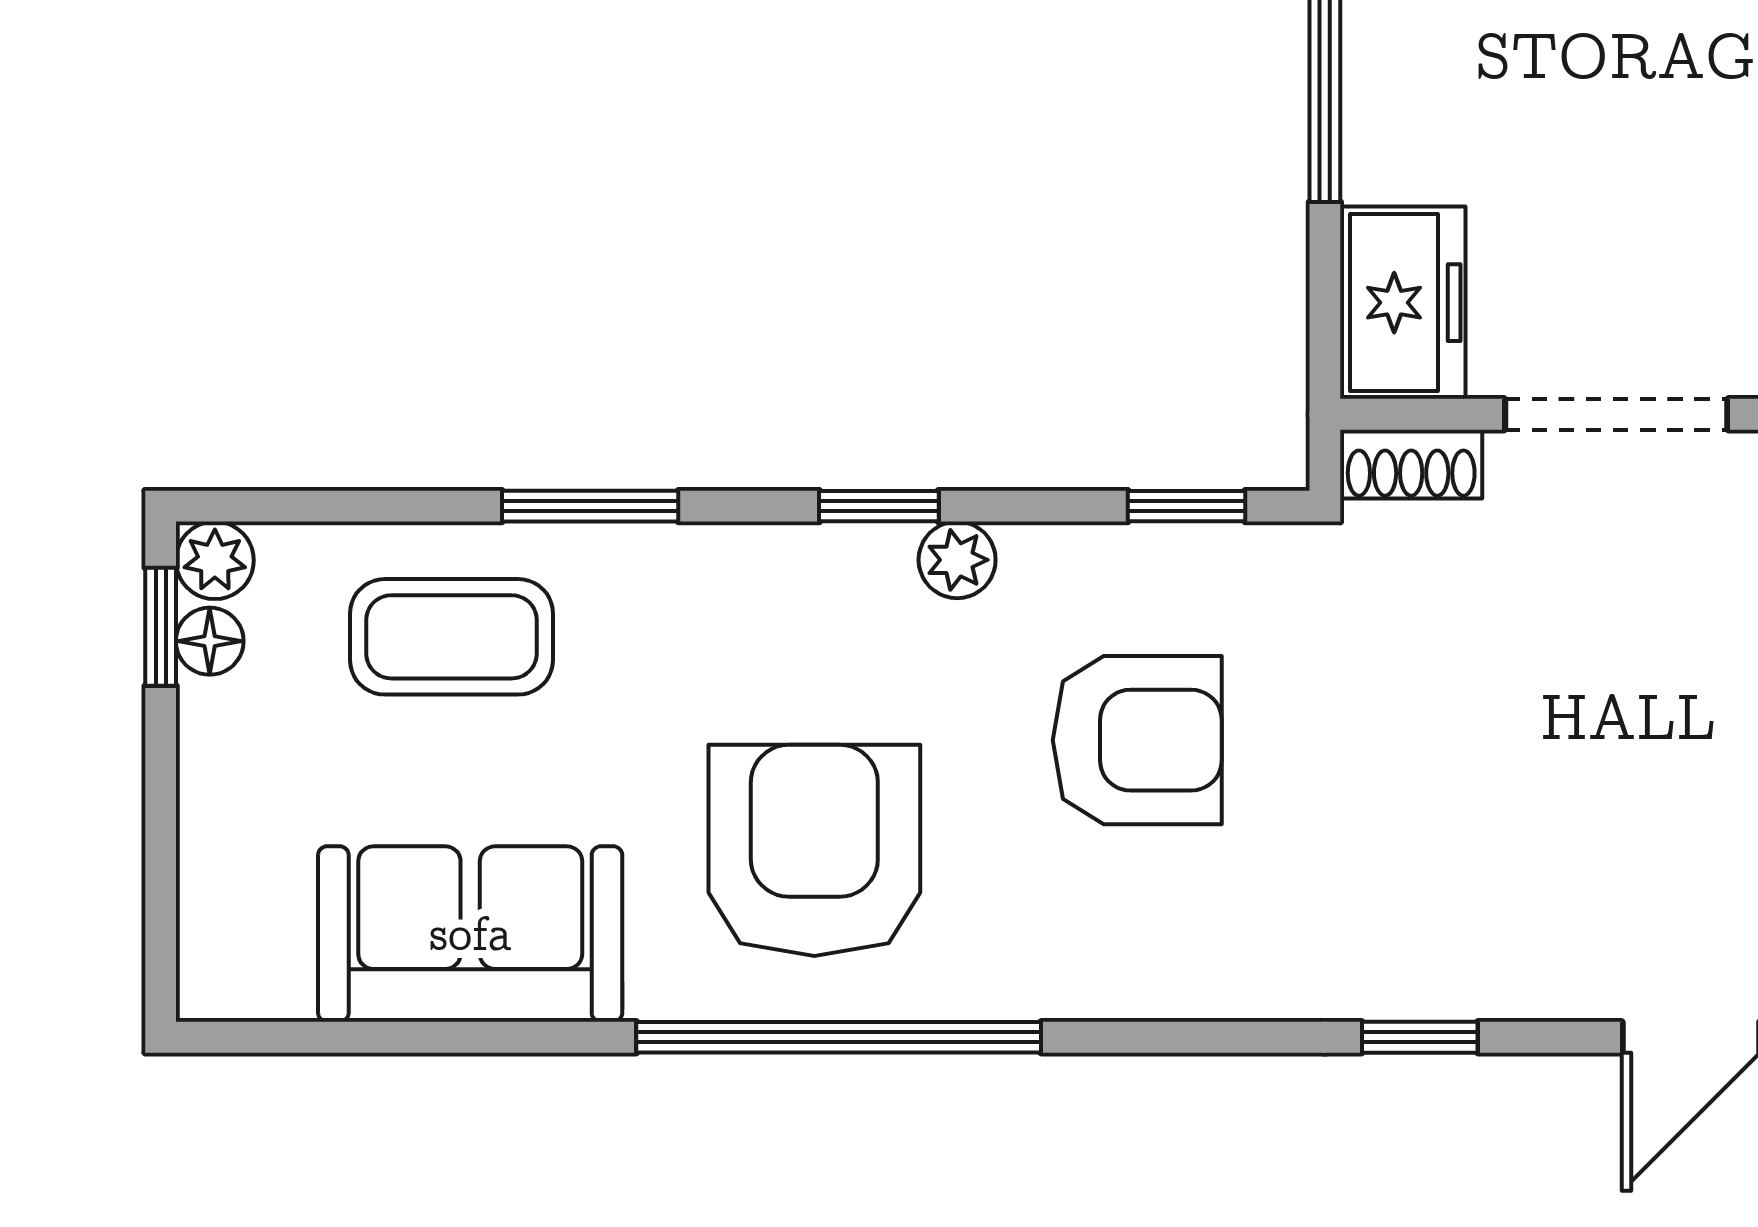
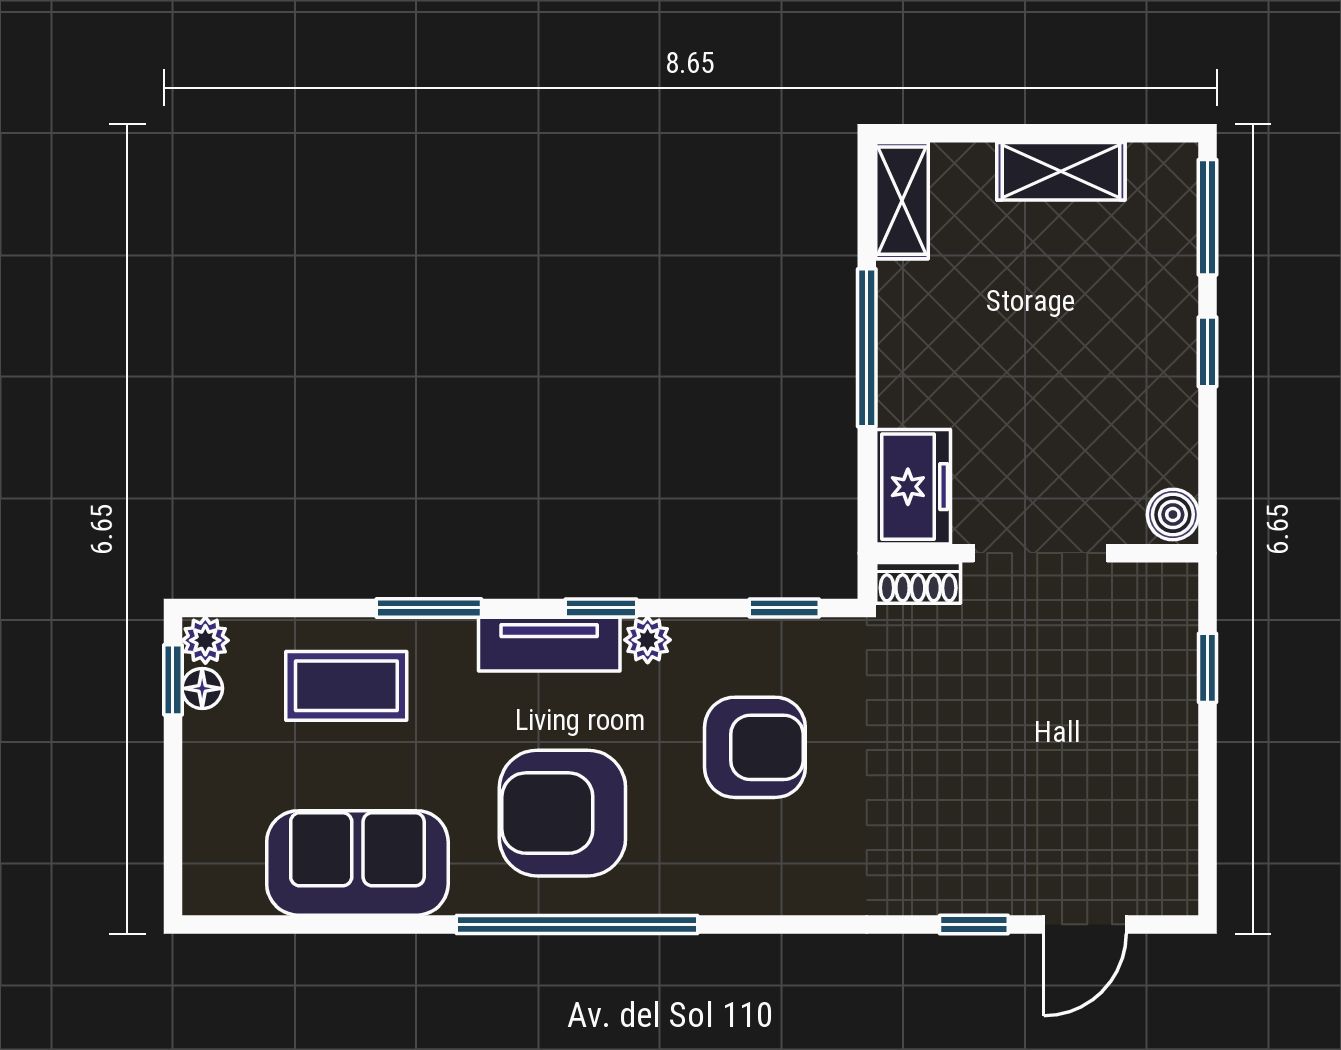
tv unit: (792, 567) -> (549, 644), added
armchair: (814, 850) -> (562, 813), turned -90
window: (1420, 1037) -> (974, 924), moved

